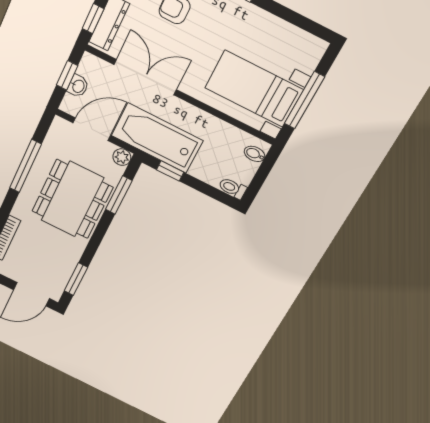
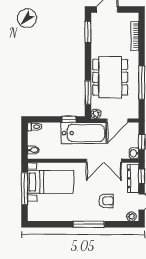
washbasin: (78, 86) -> (134, 153), moved

